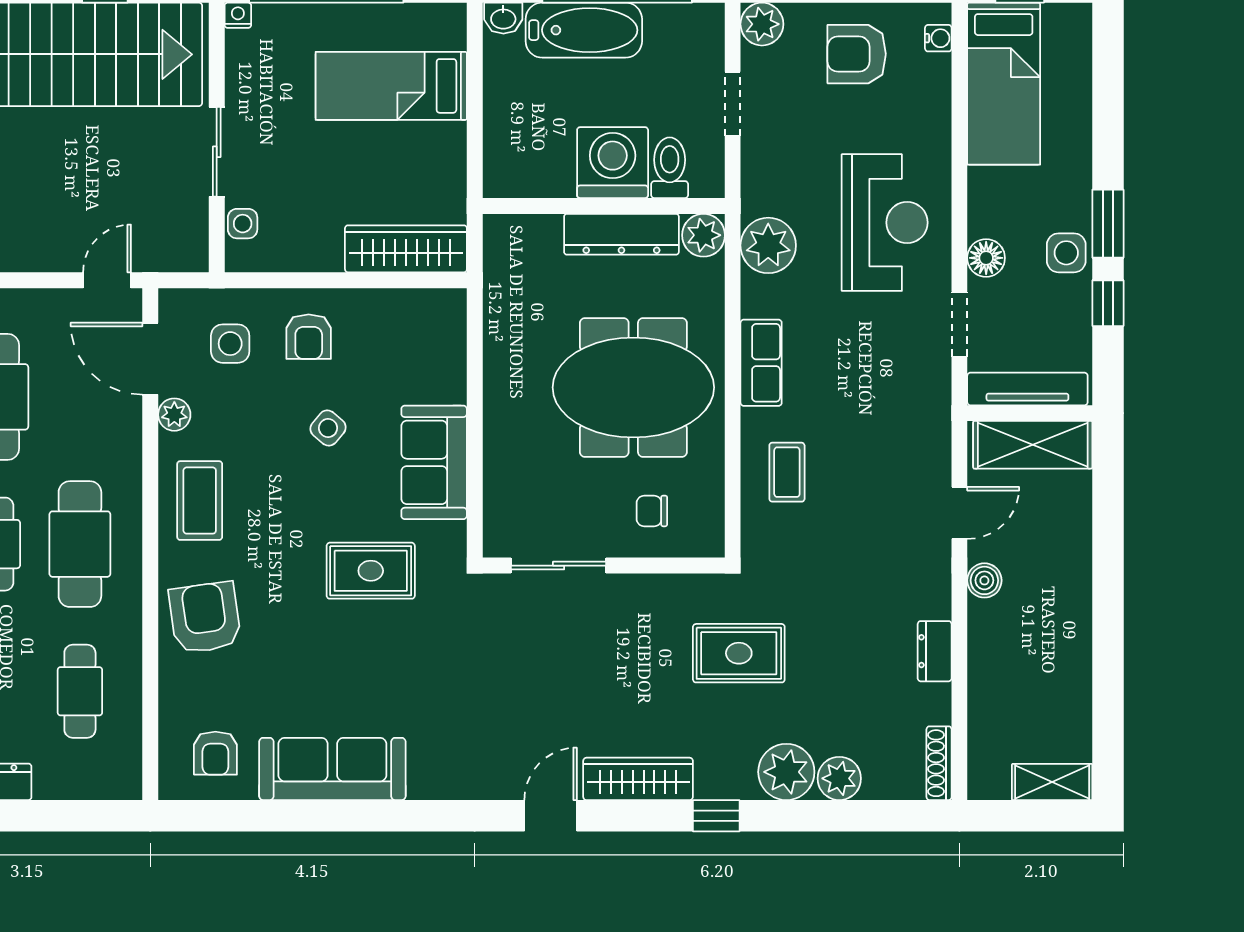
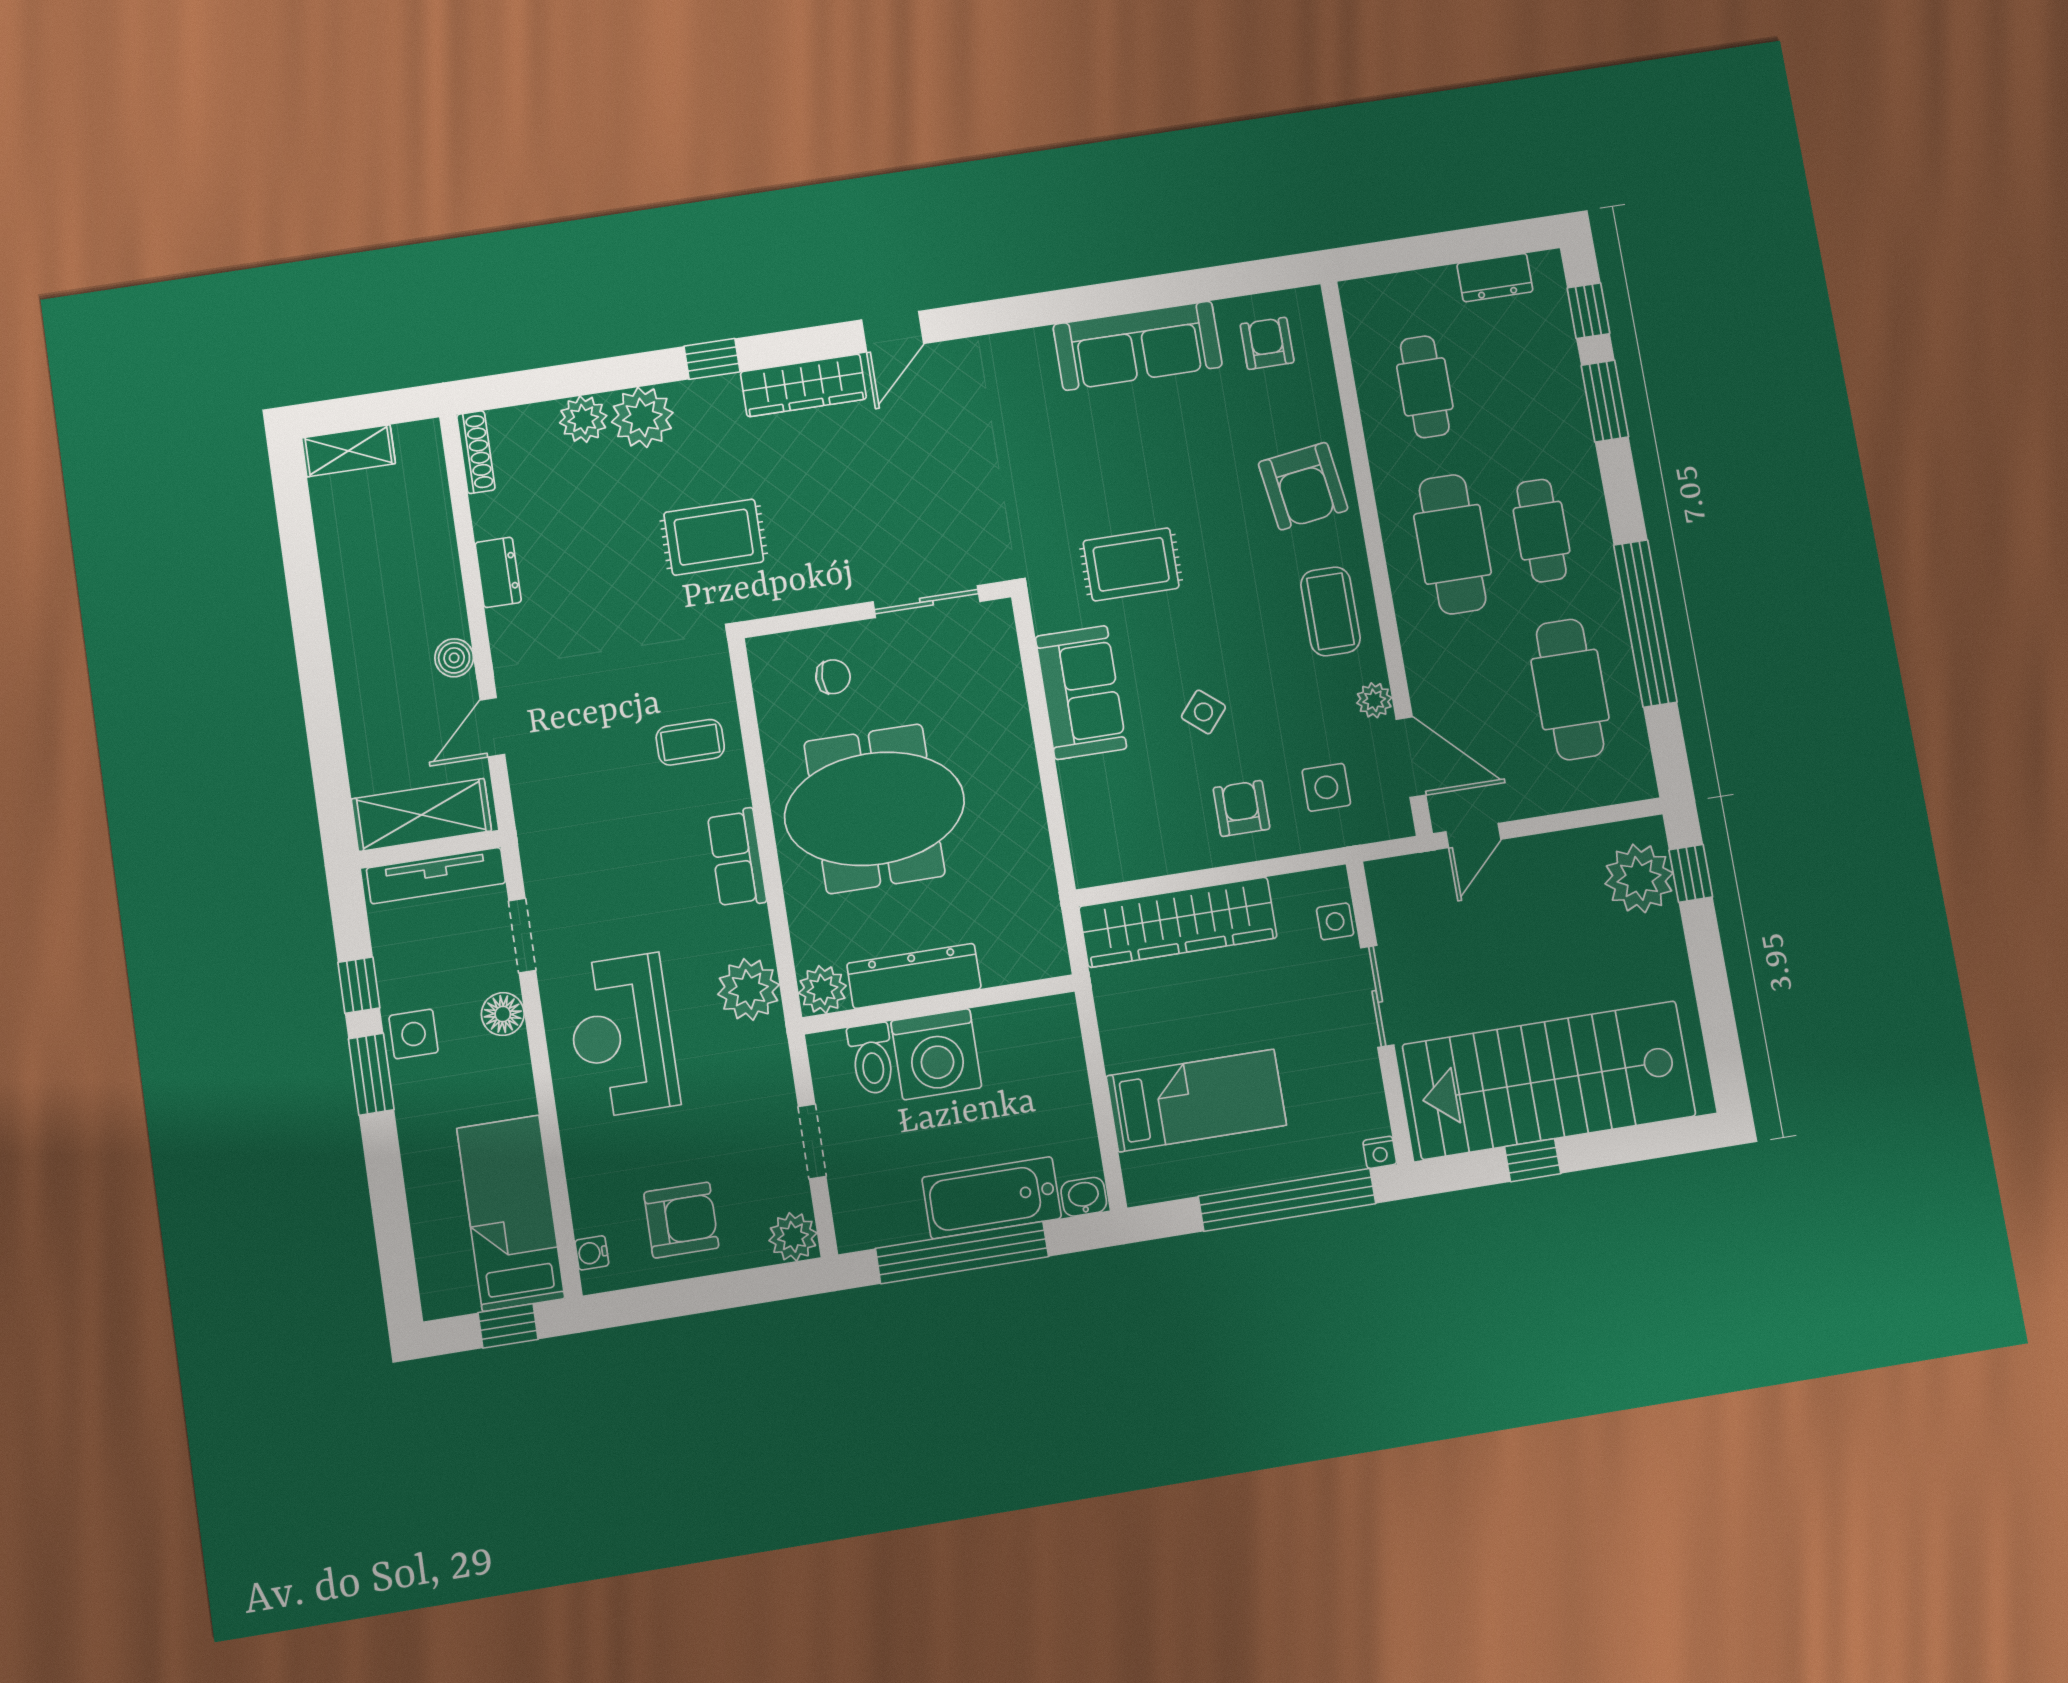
wardrobe: (406, 249) -> (1178, 922), width x1.40, depth x1.17
coffee table: (787, 472) -> (690, 742), turned 90

